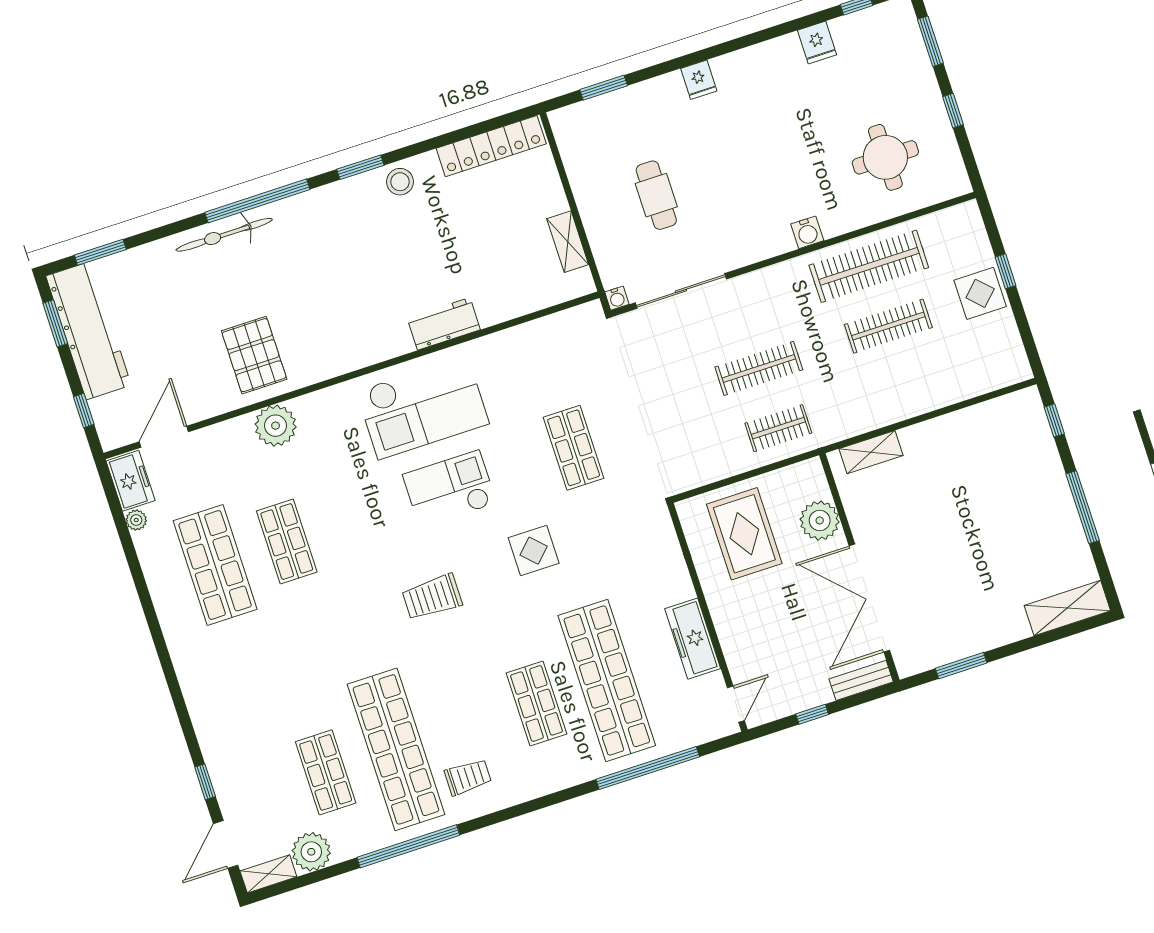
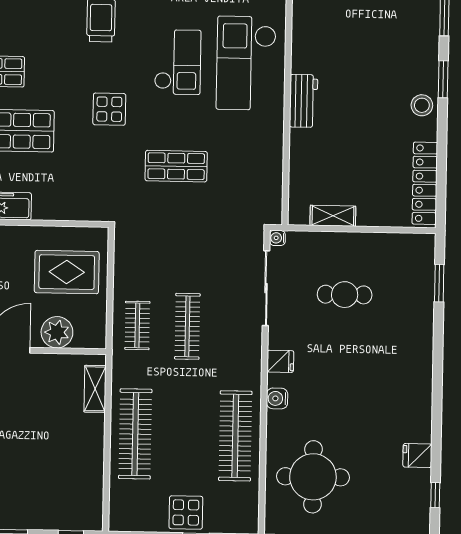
fridge: (699, 80) -> (280, 361), moved, turned 180
round table: (885, 157) -> (313, 477), width x1.36, depth x1.36
clothes rail: (888, 326) -> (135, 434), moved, width x1.37, depth x1.31

